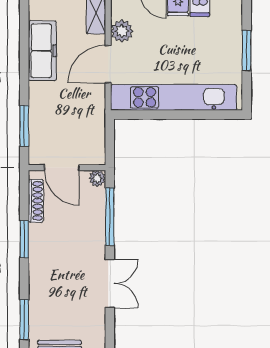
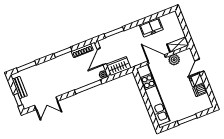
freezer: (42, 51) -> (151, 27), width x0.71
wardrobe: (93, 143) -> (118, 66), added
double door: (110, 283) -> (46, 103), moved

